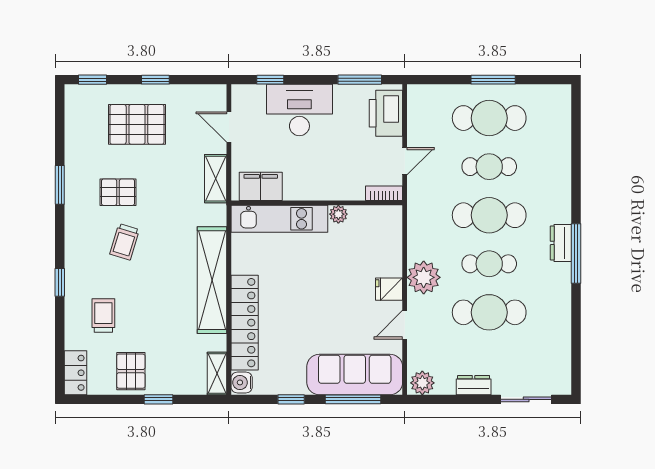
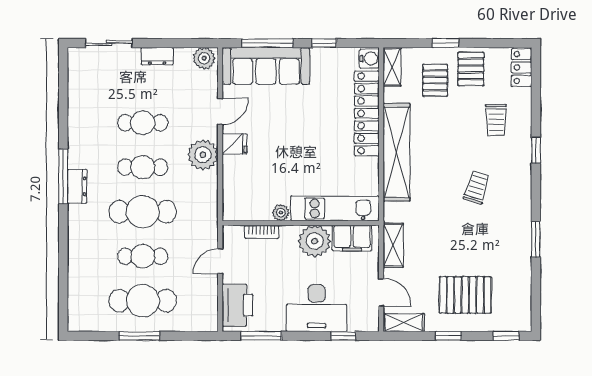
shelving: (204, 94) -> (404, 322), added
plant: (302, 183) -> (315, 241), added
pallet: (118, 192) -> (435, 80), moved, turned 90
bookcase: (384, 193) -> (262, 232), moved
cafe table: (489, 312) -> (143, 123), width x0.73, depth x0.74

